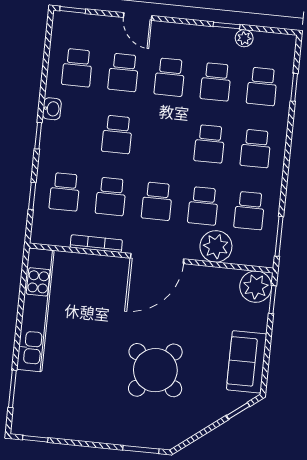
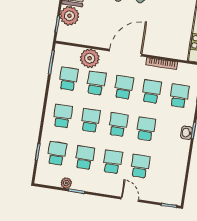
school desk: (77, 68) -> (118, 125), moved
washbasin: (52, 109) -> (187, 133), moved
plant: (256, 287) -> (69, 16), moved

